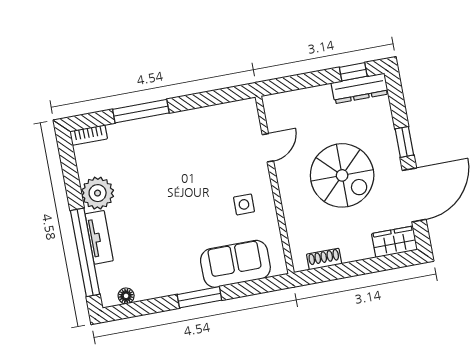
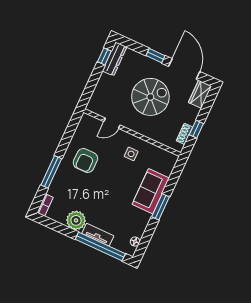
armchair: (190, 148) -> (85, 161), added
door: (268, 148) -> (112, 123), swing flipped
sofa: (235, 264) -> (151, 191), moved
window: (342, 271) -> (196, 129), added

